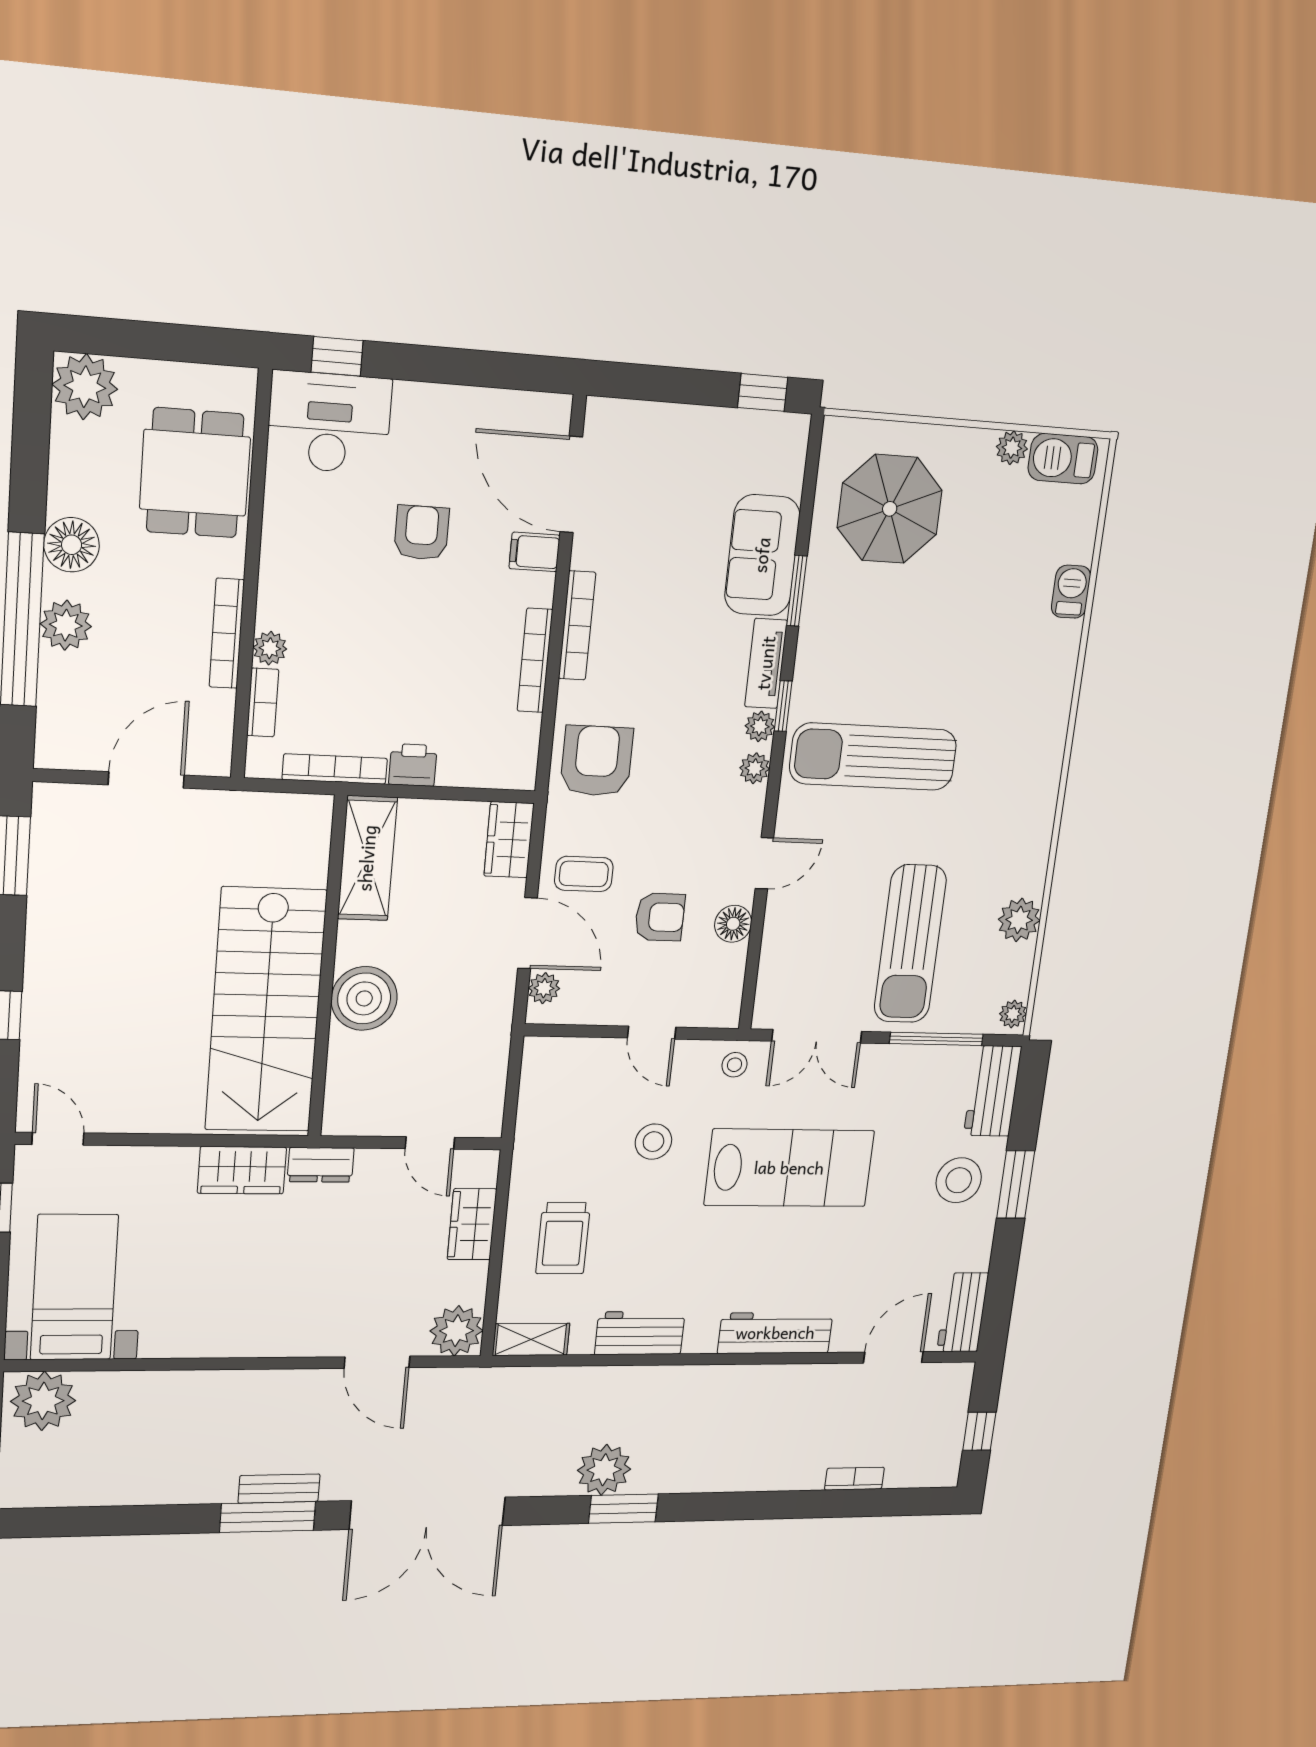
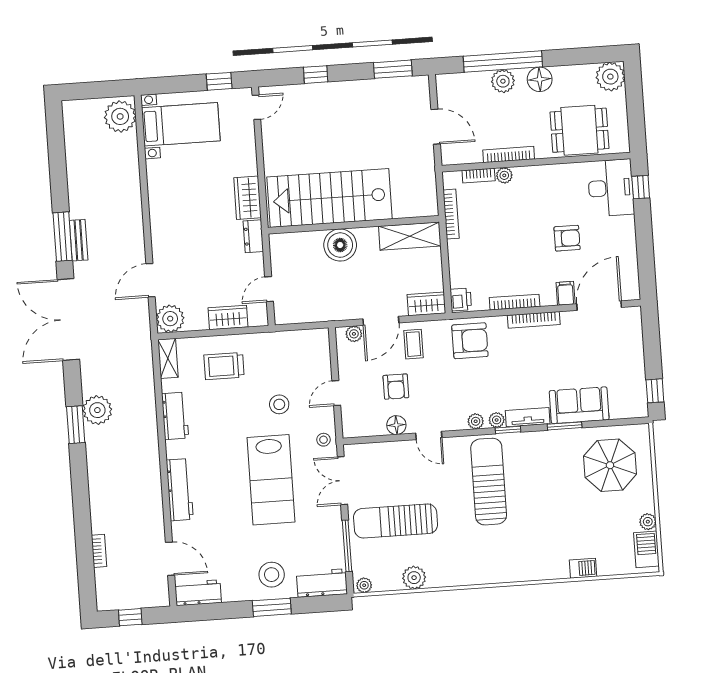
printer: (413, 765) -> (461, 299), moved

